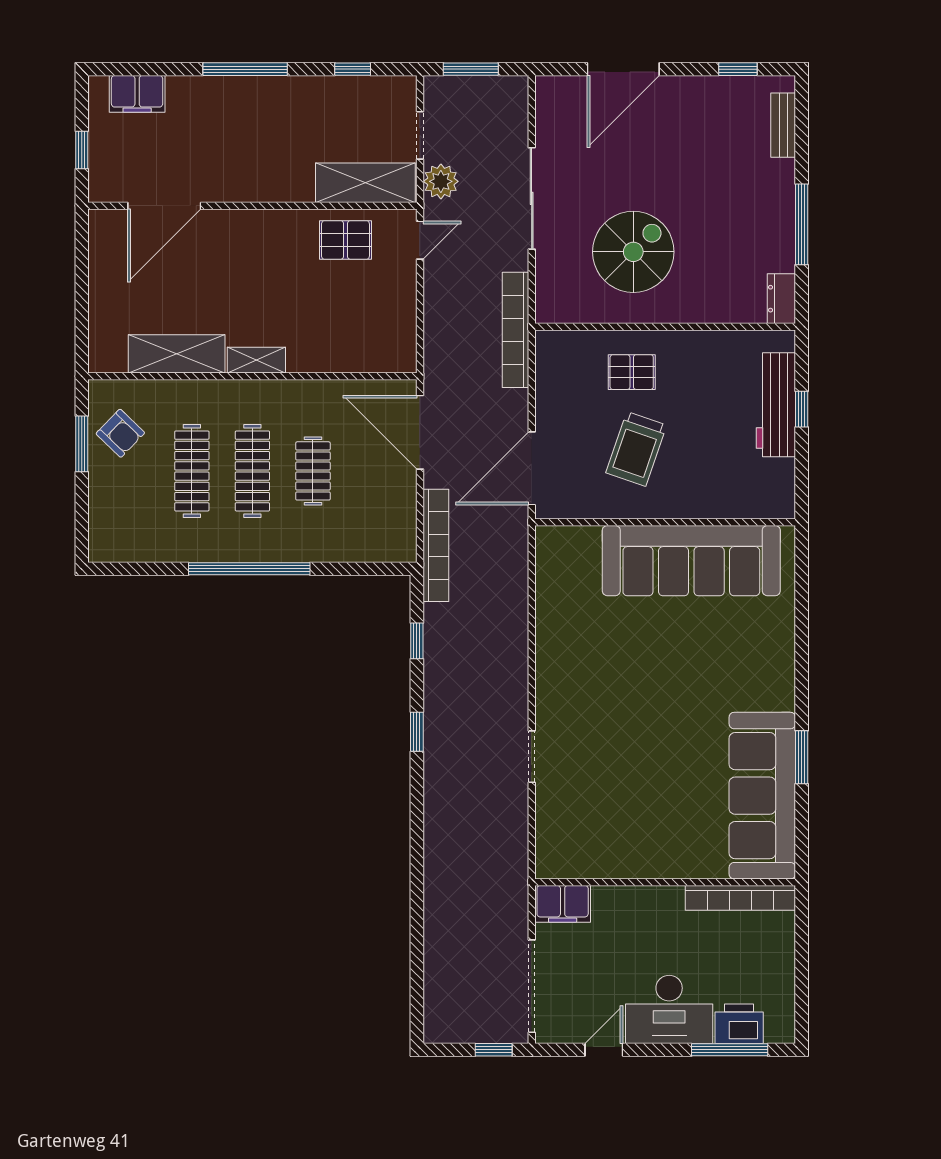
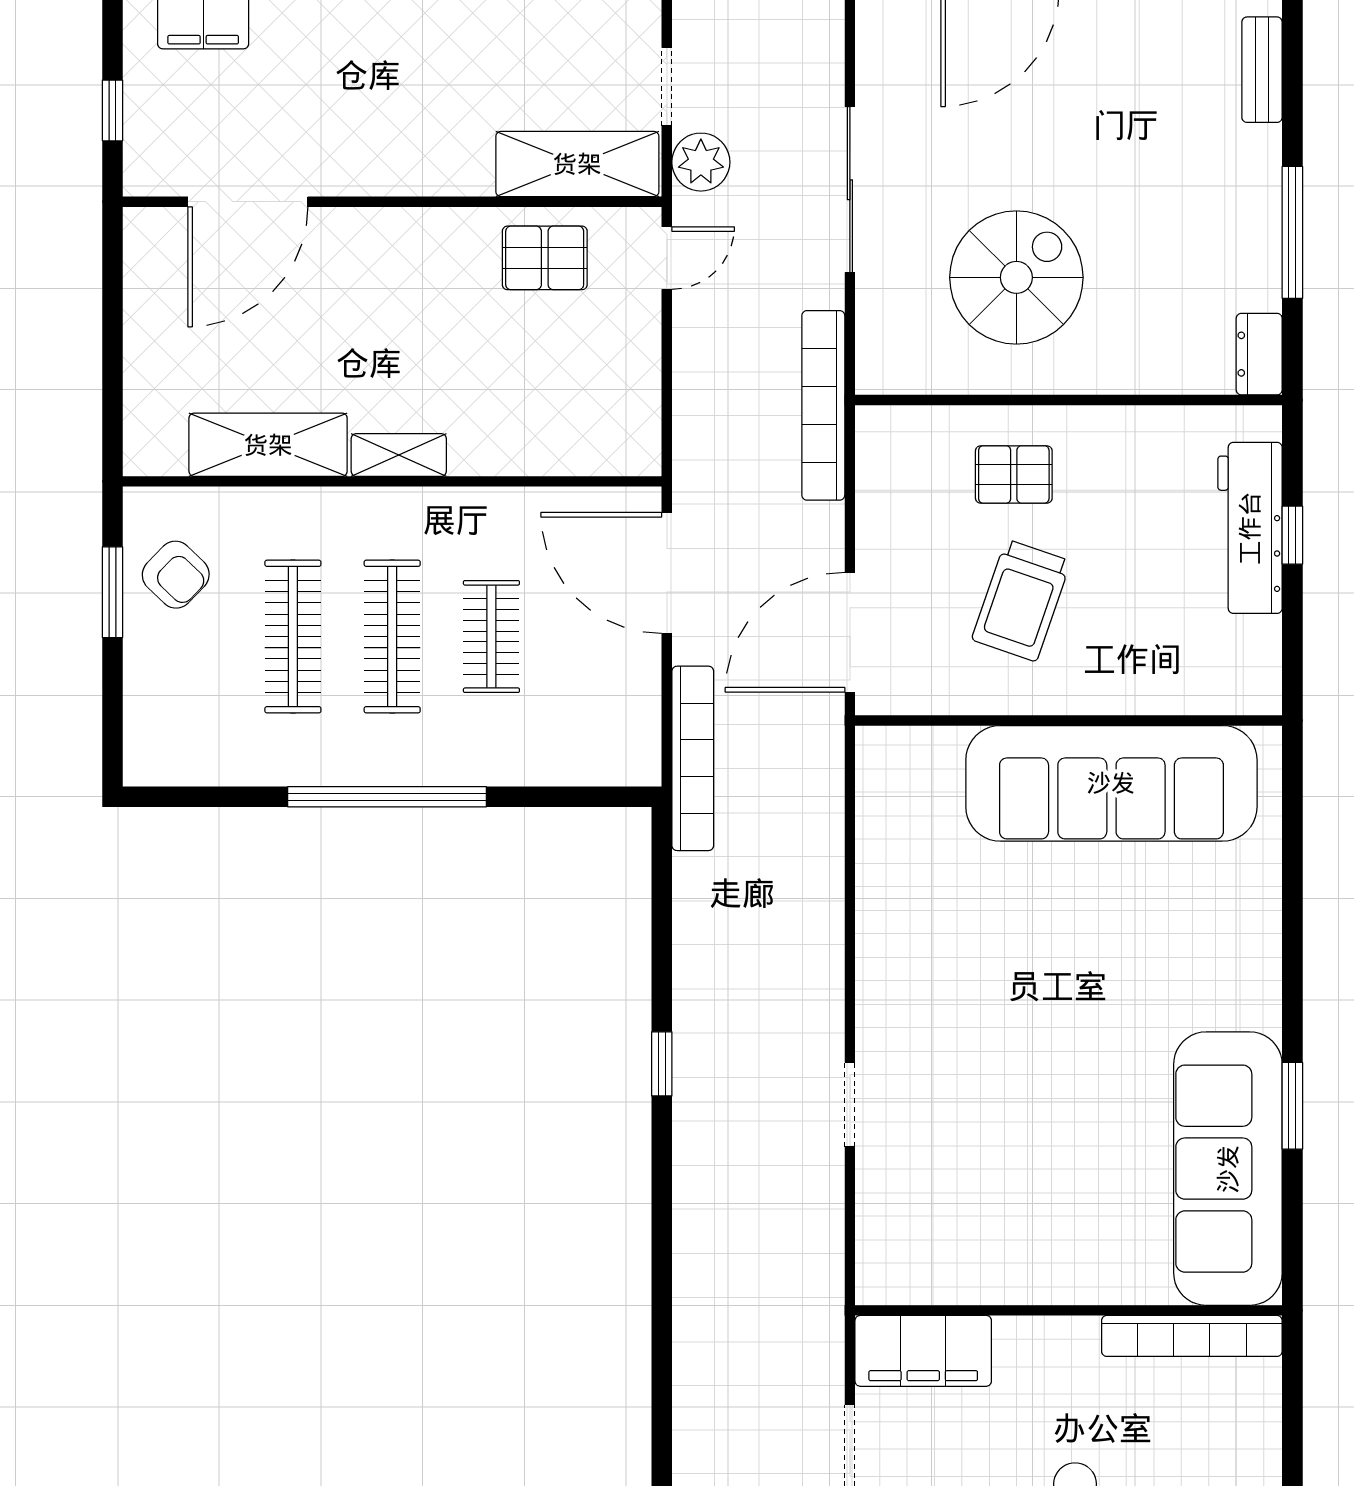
window: (417, 641) -> (662, 915), removed
filing cabinet: (563, 904) -> (923, 1351), width x1.50, depth x1.17

